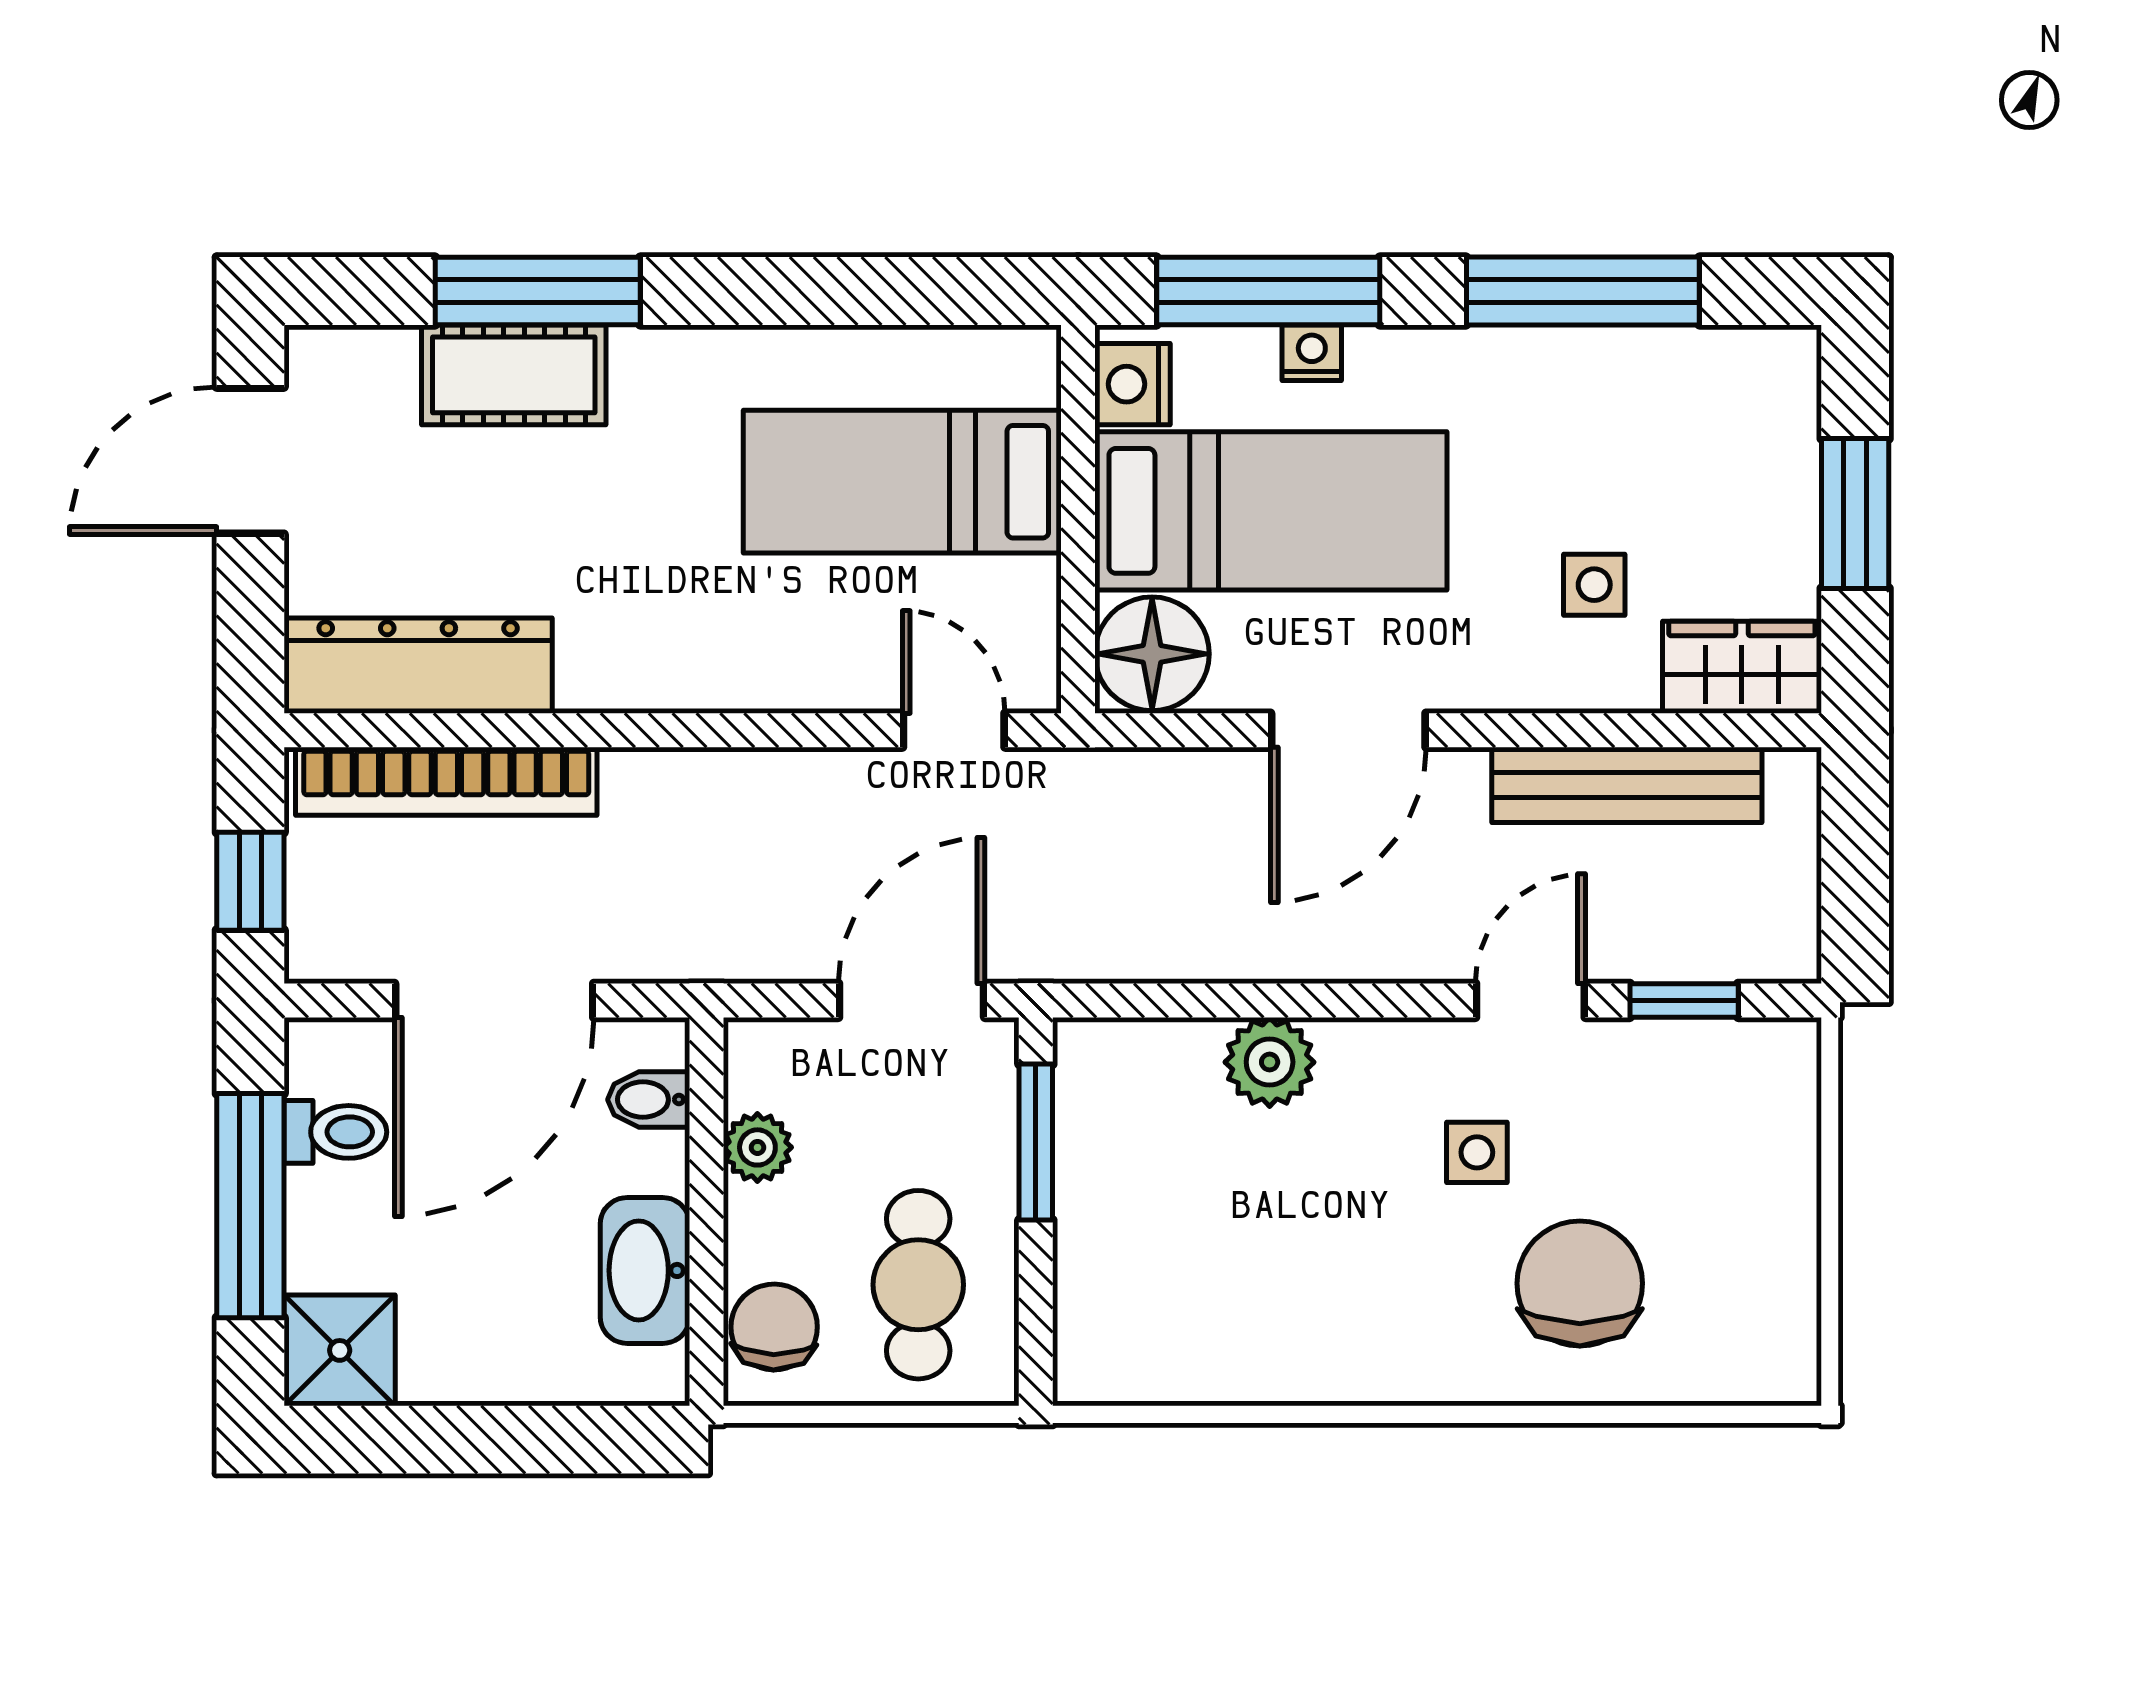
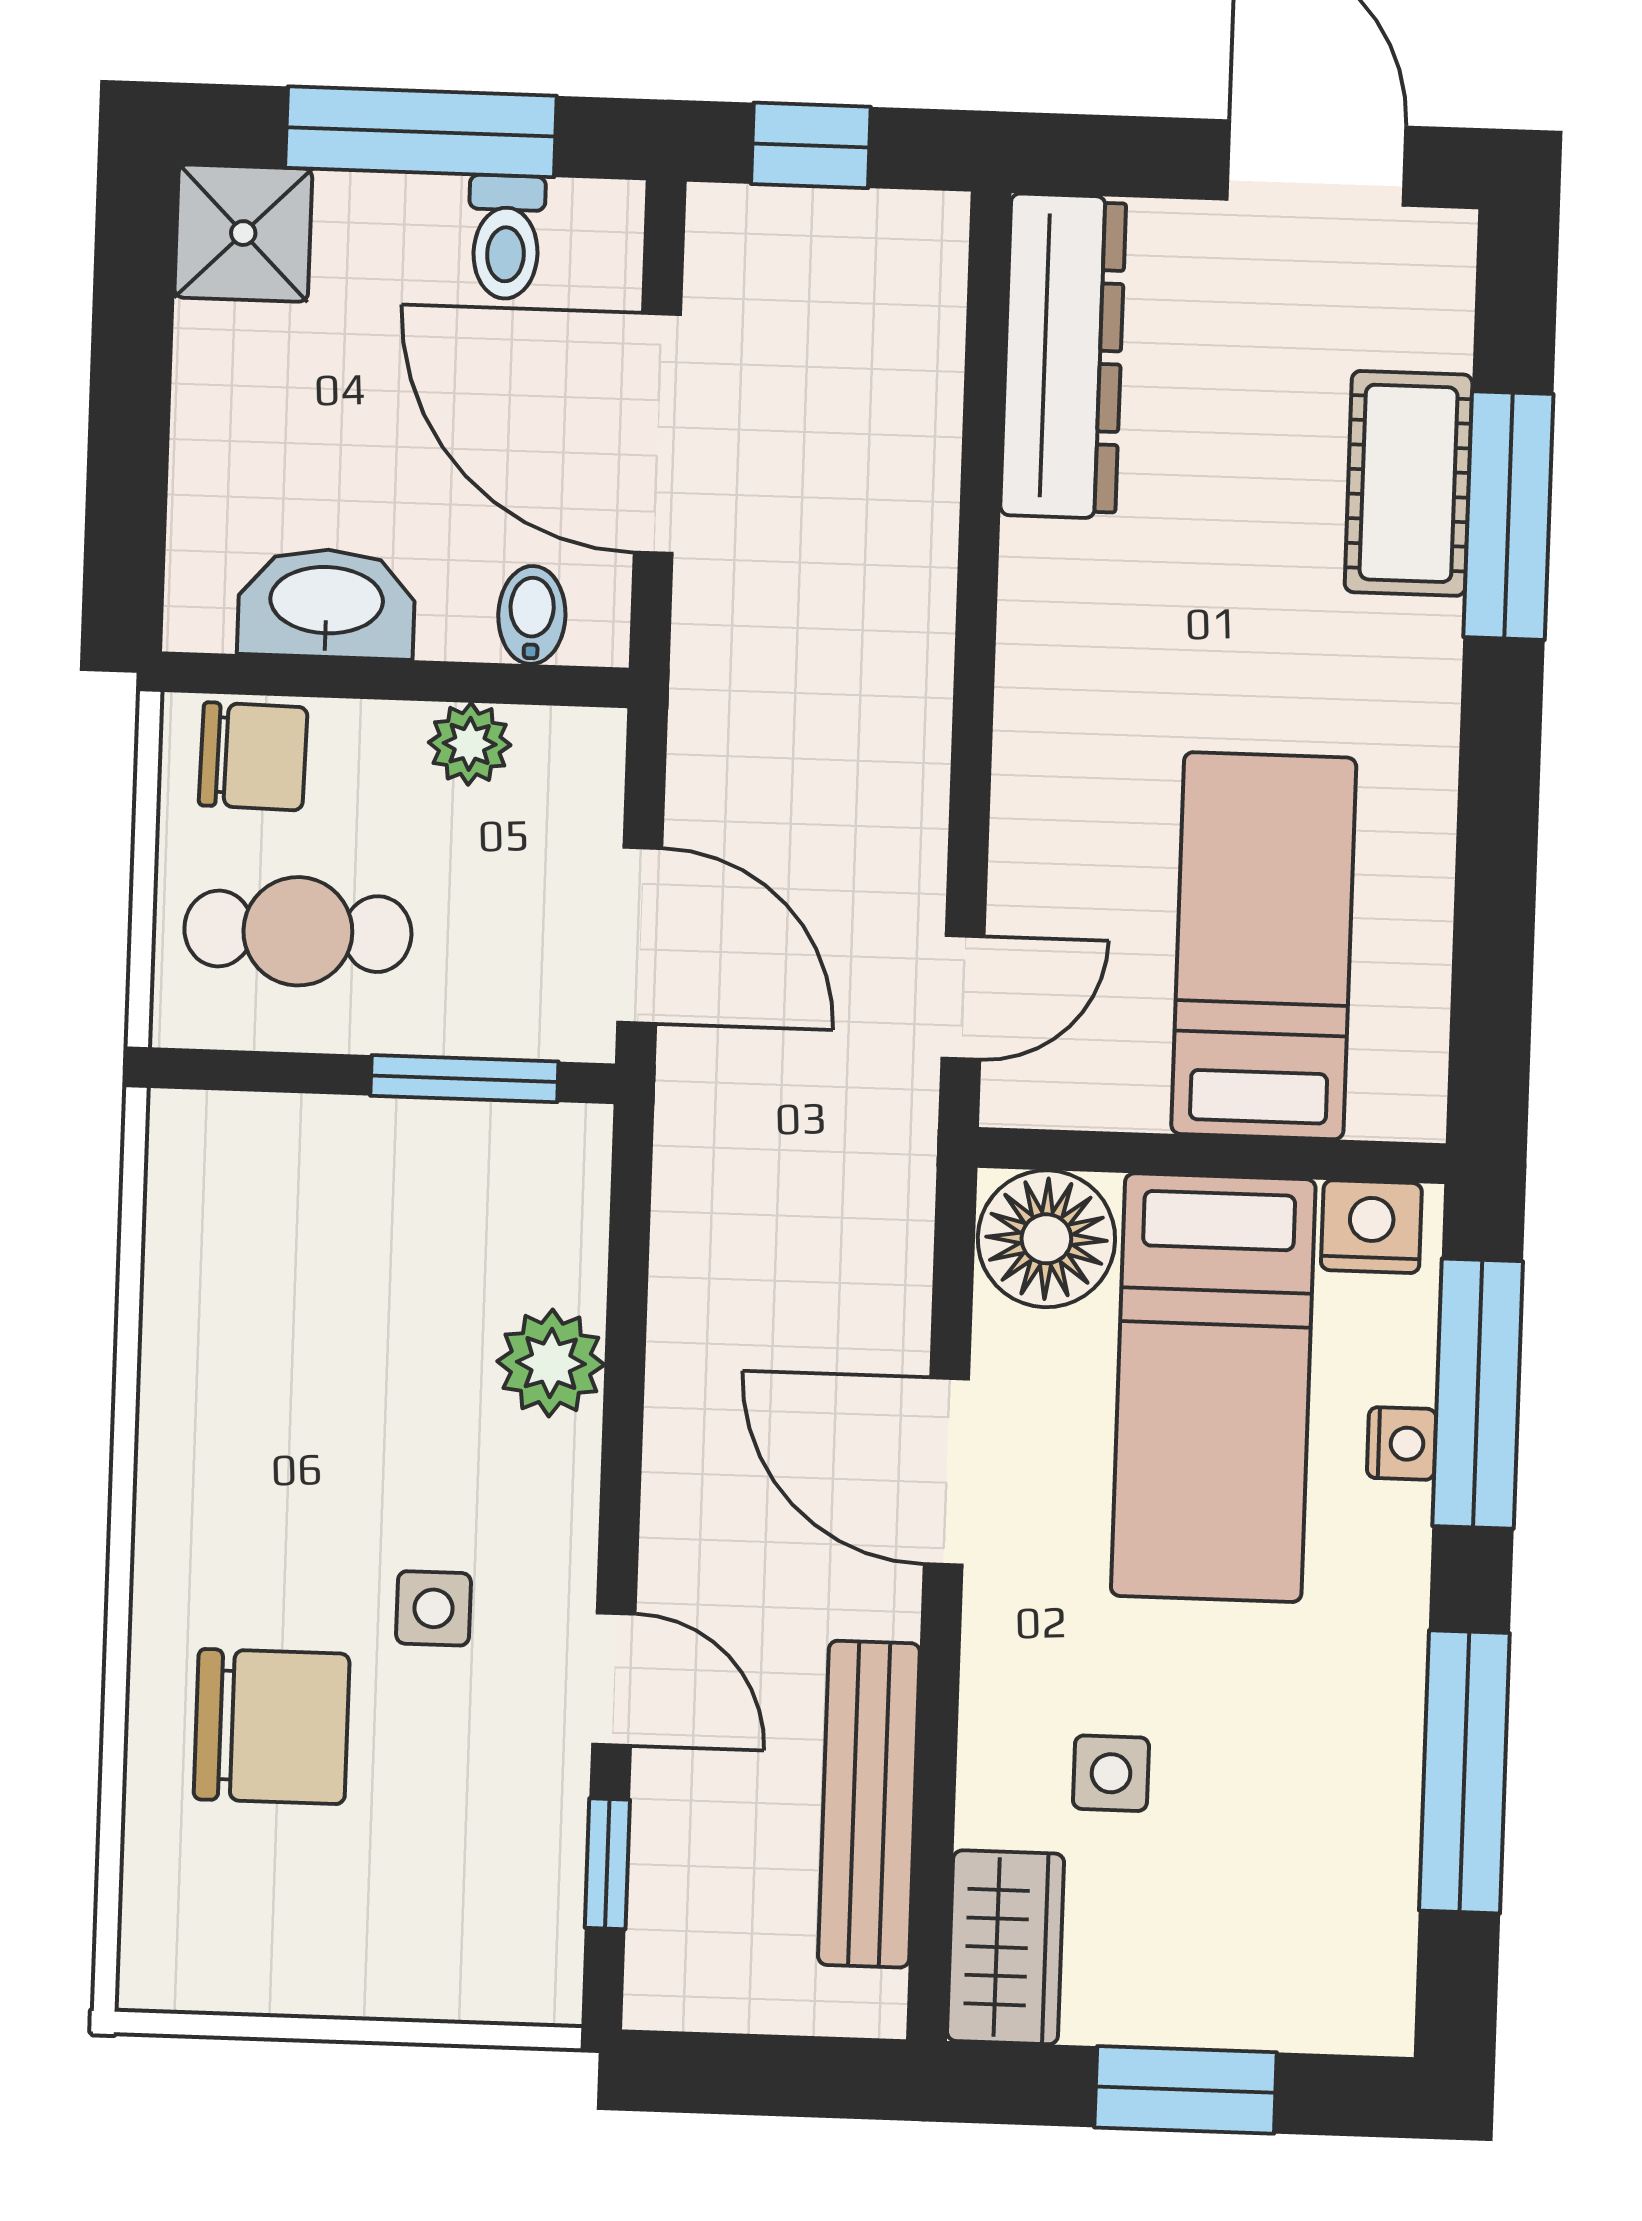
bookcase: (446, 781) -> (923, 385), removed

